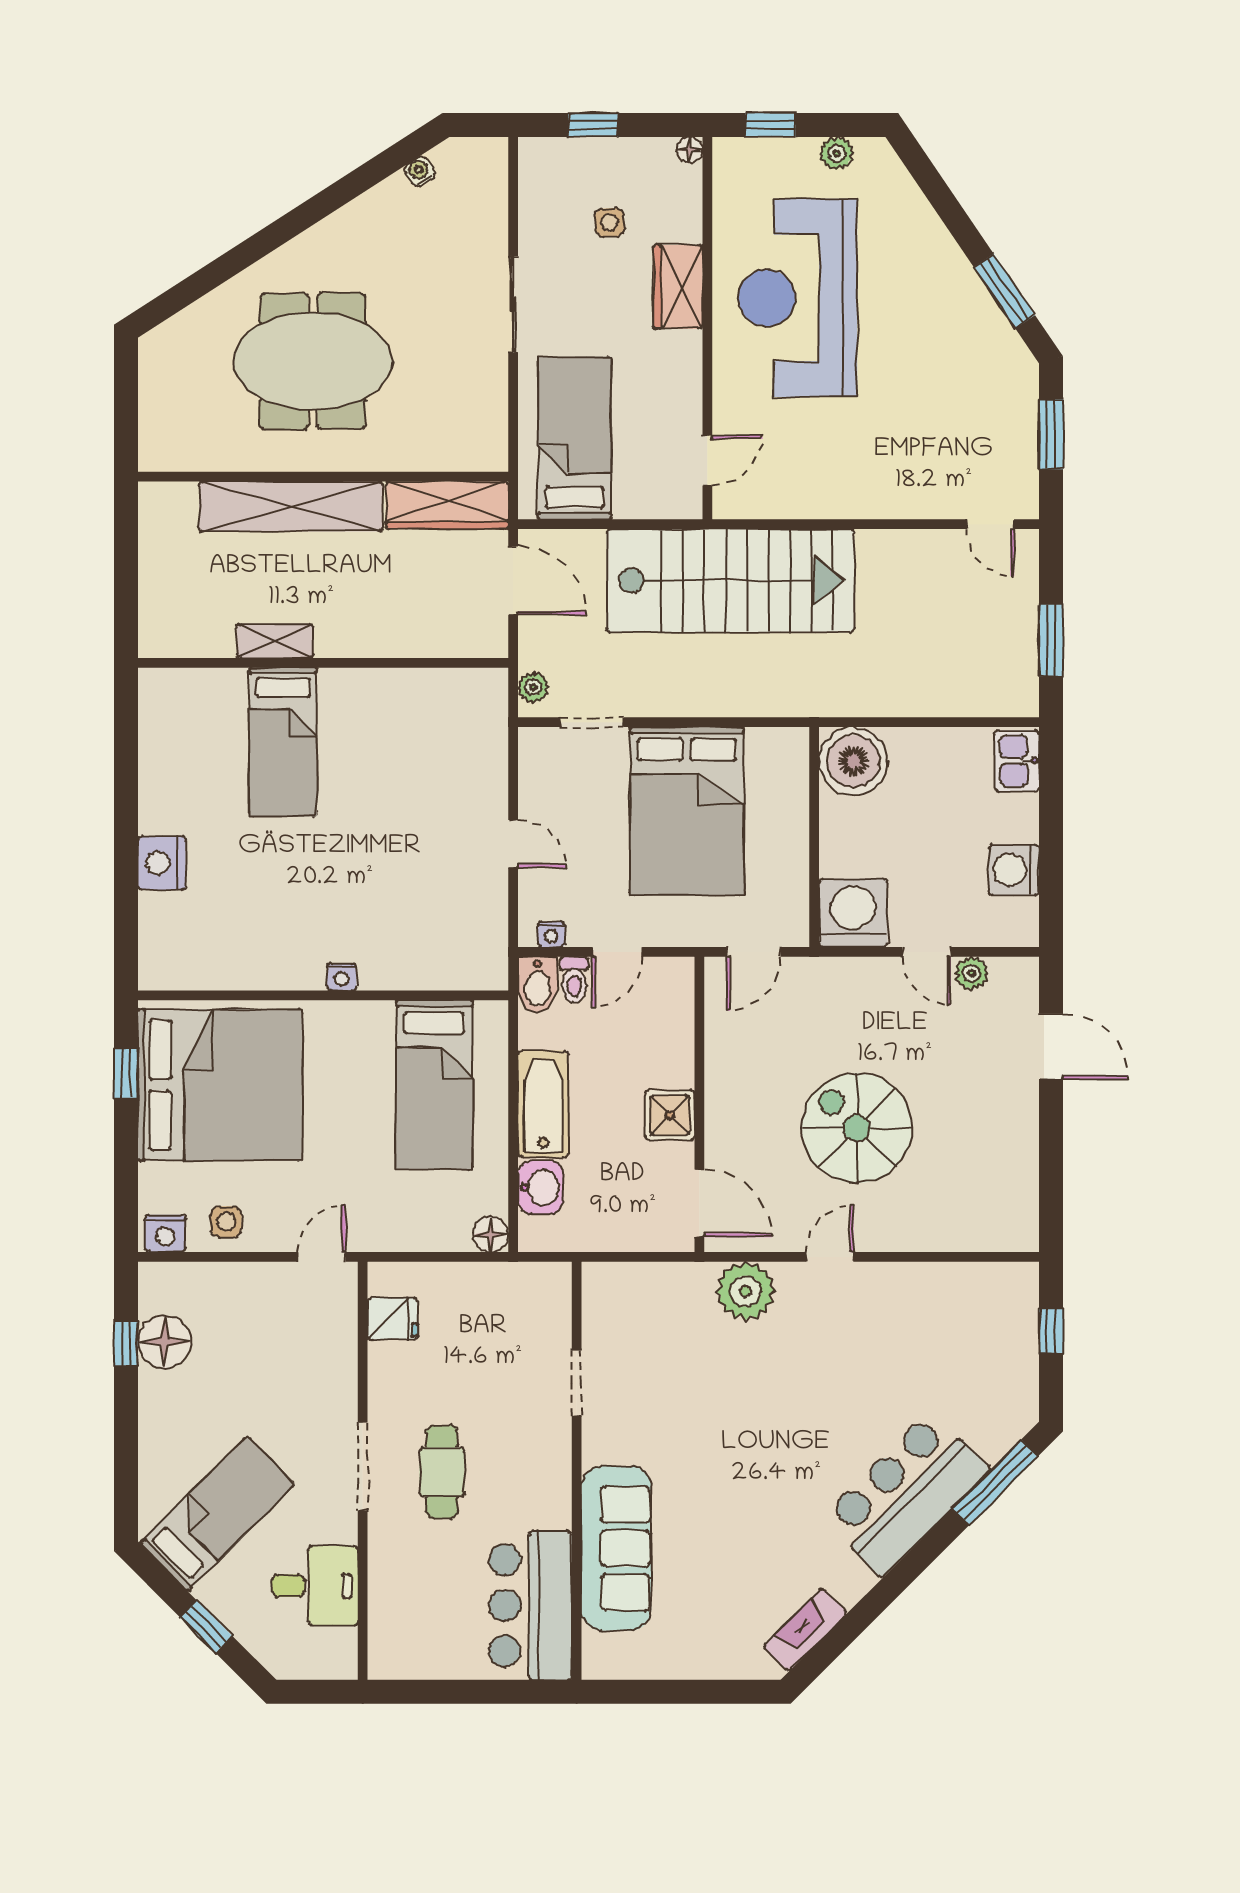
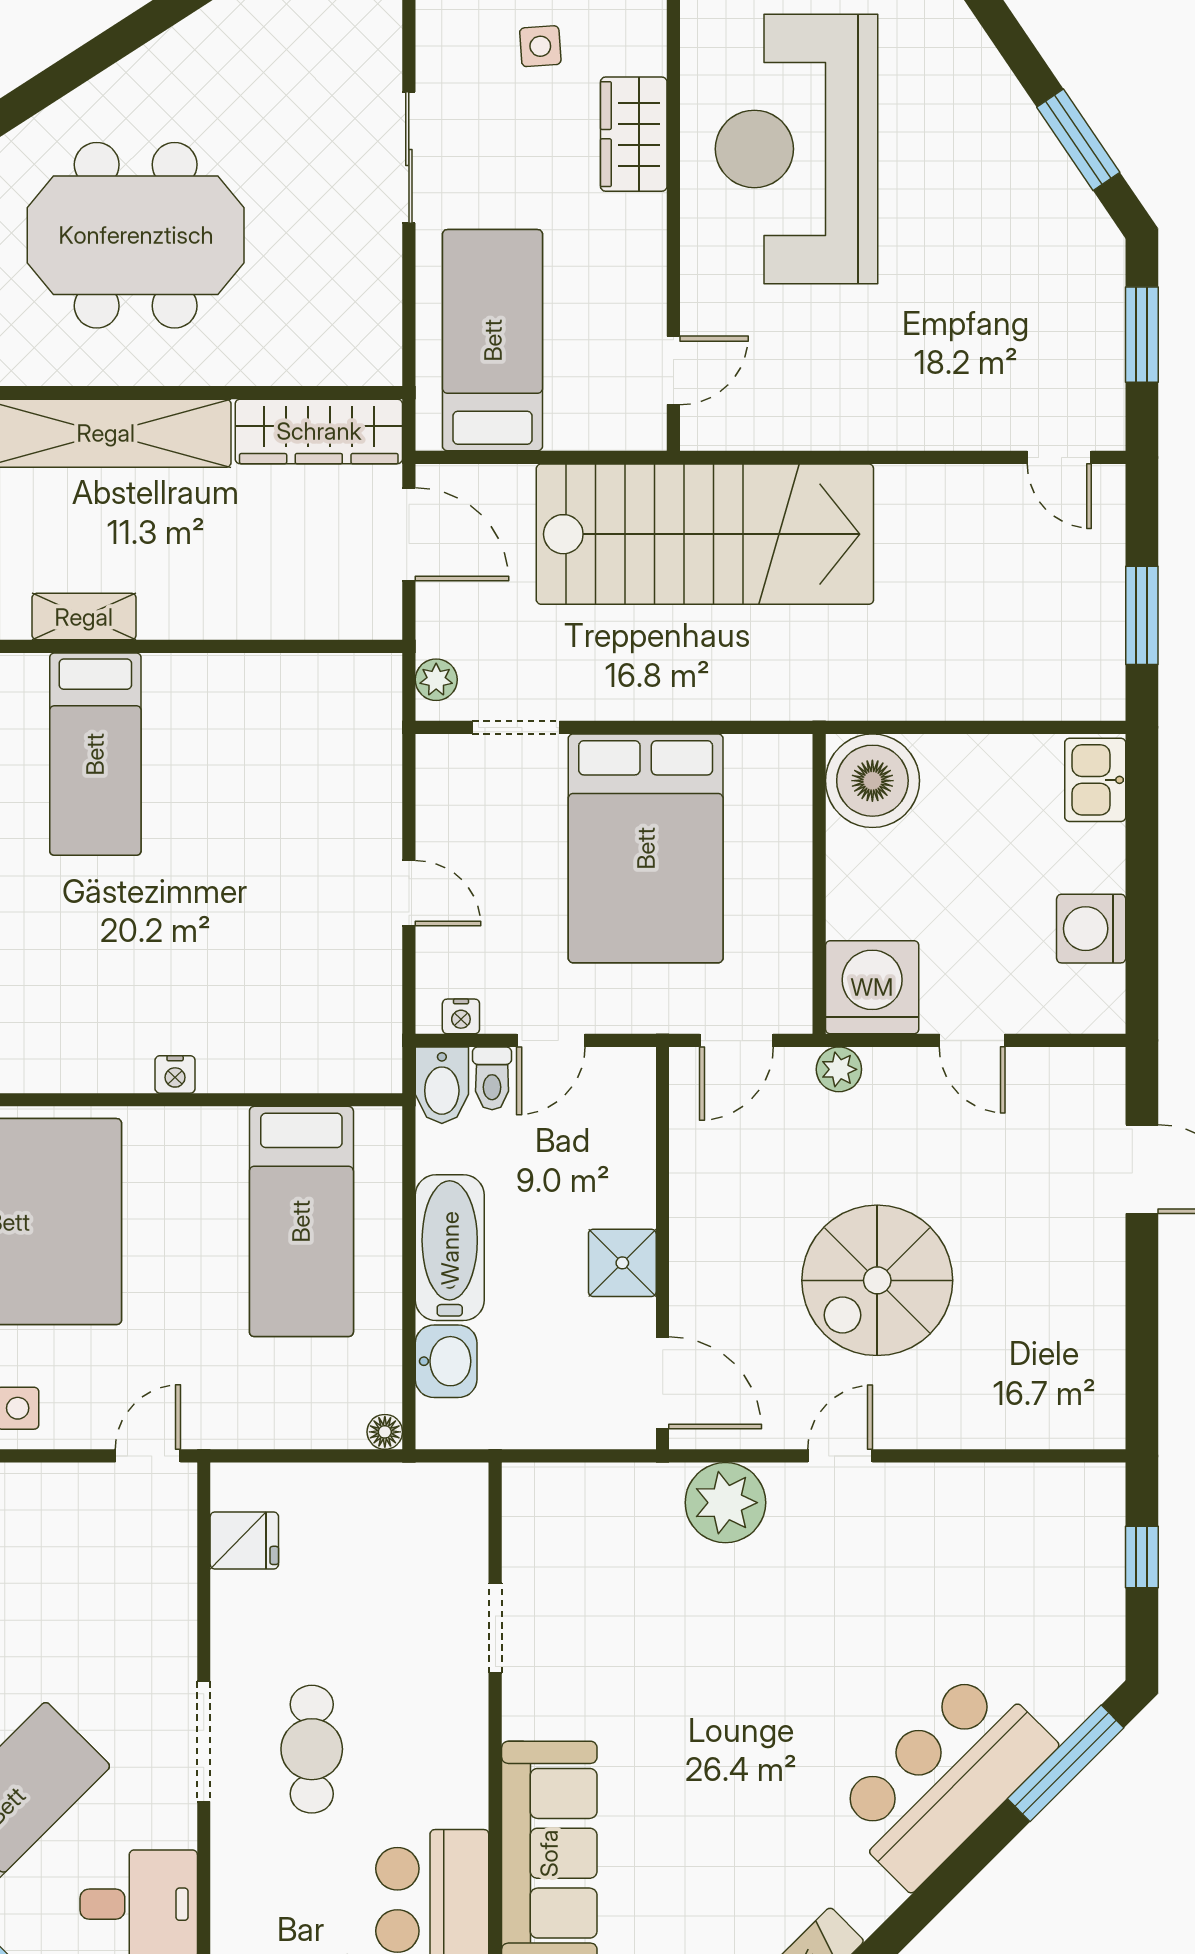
plant: (971, 973) -> (839, 1069), moved
spiral stairs: (857, 1128) -> (877, 1280), turned -90
floor lamp: (491, 1234) -> (385, 1432), width x0.73, depth x0.73

